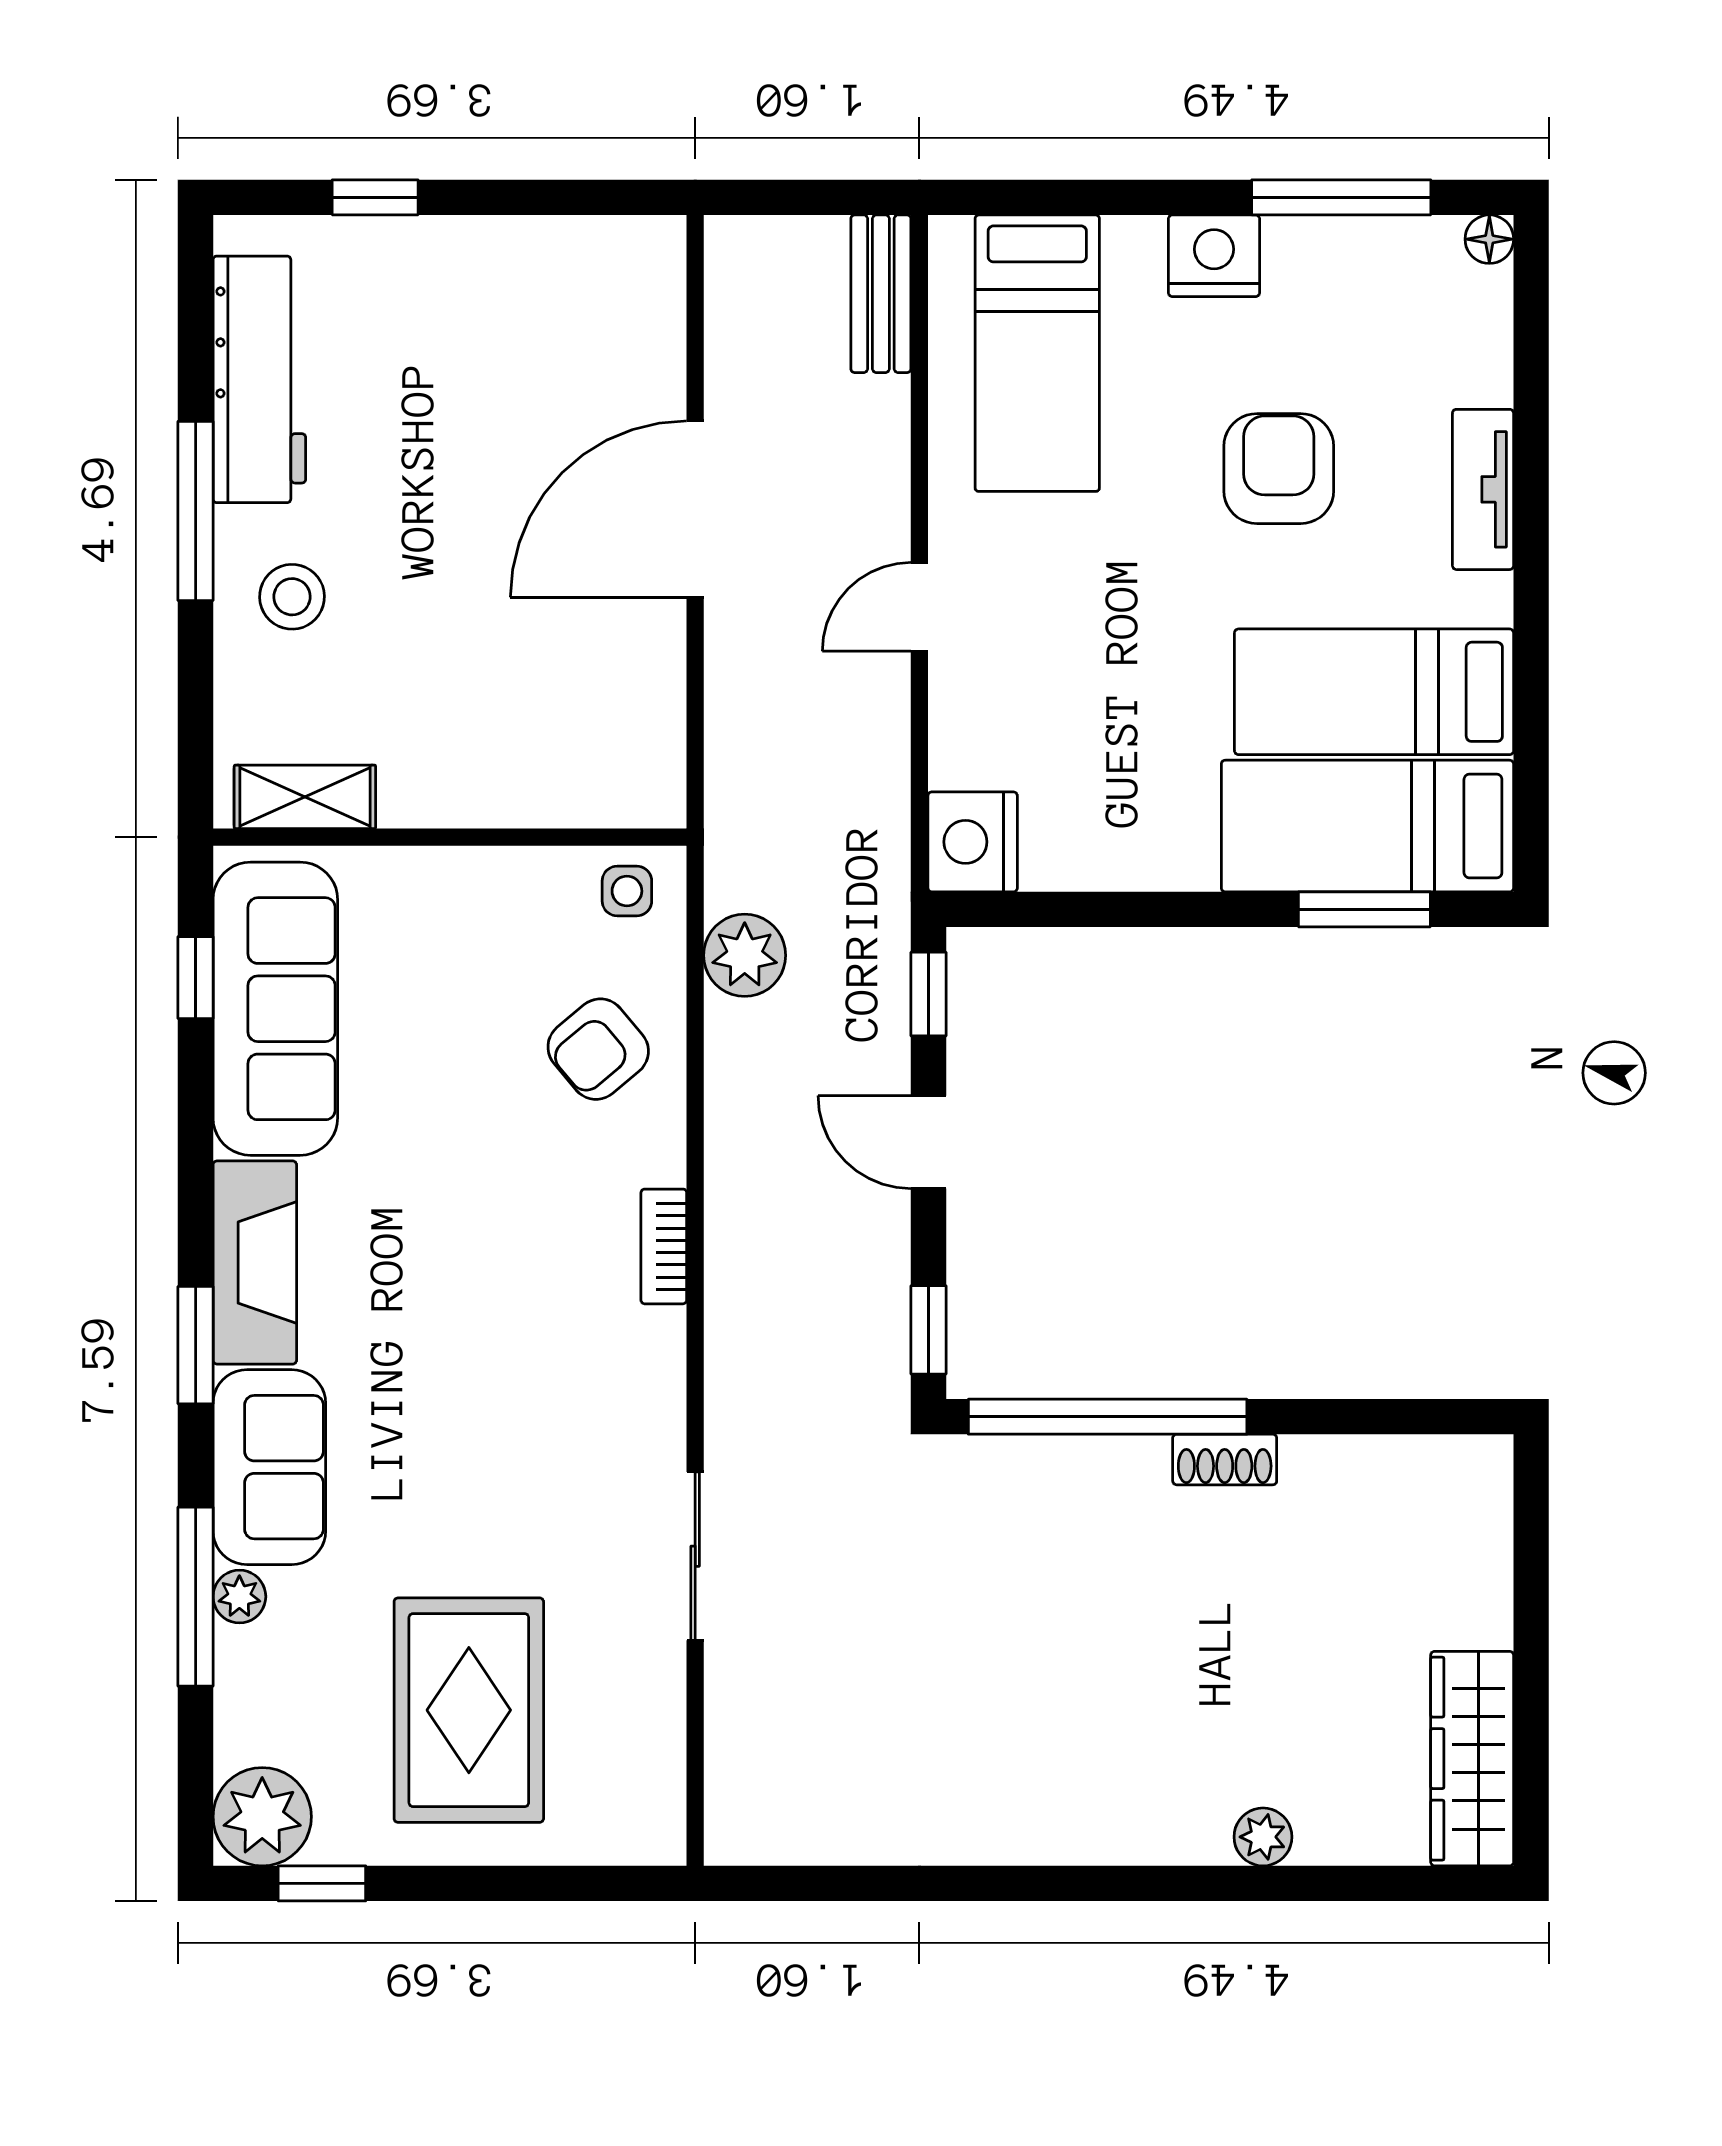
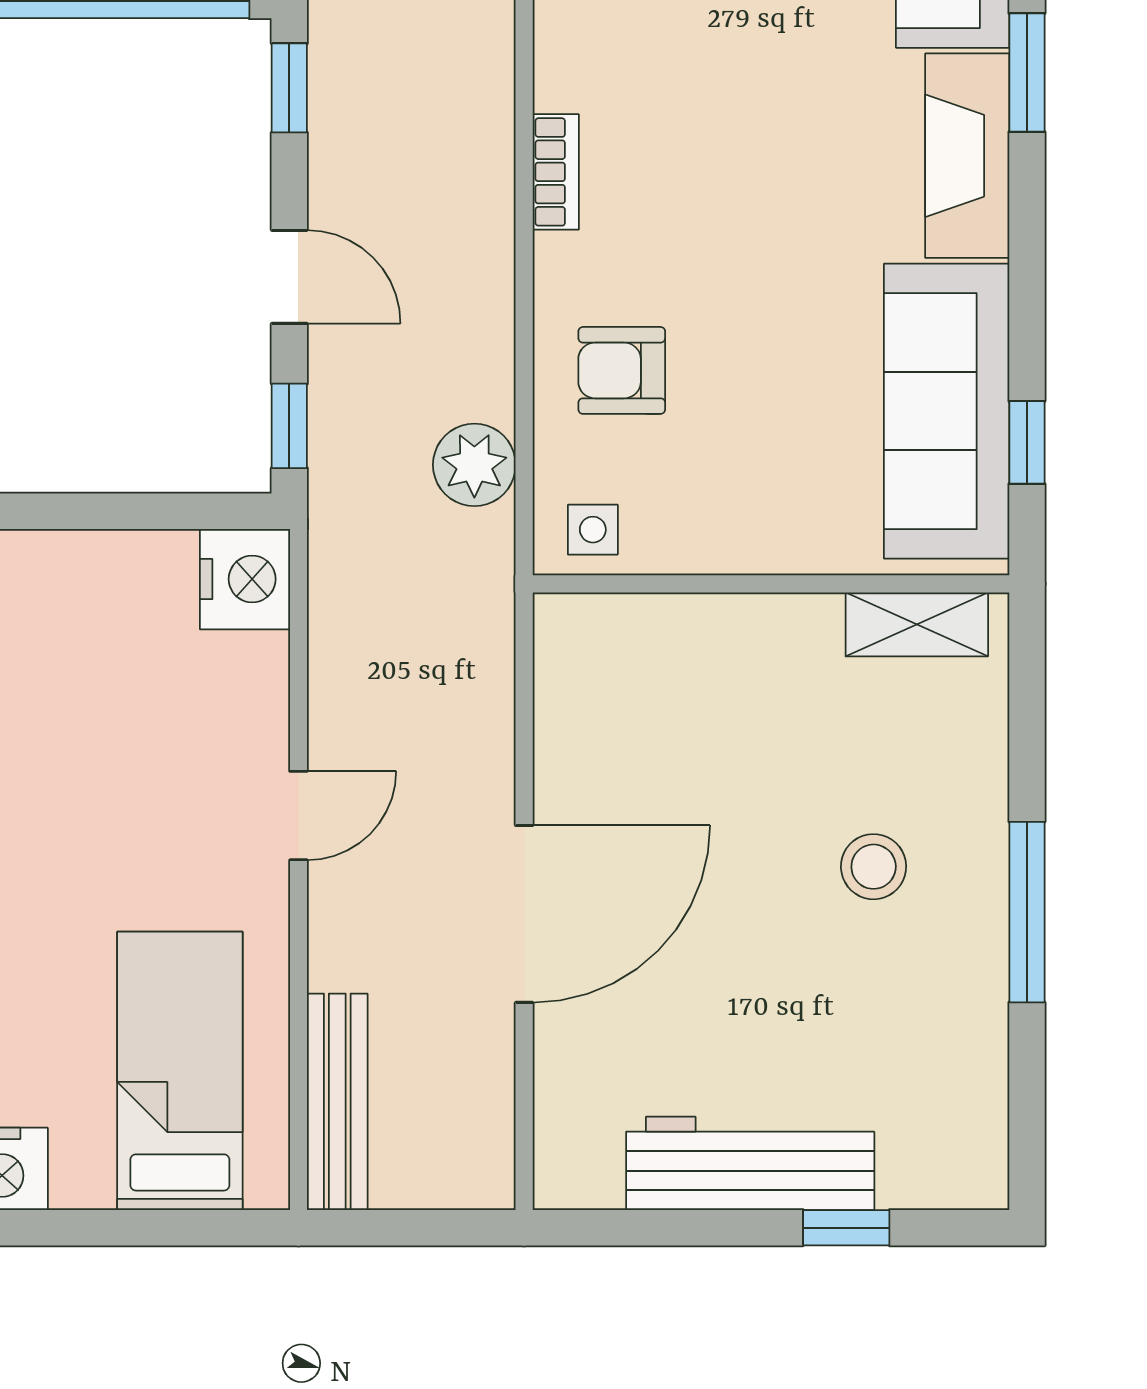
bench: (881, 294) -> (337, 1102), width x1.36
workbench: (259, 379) -> (750, 1163), moved, turned 90
stool: (292, 597) -> (874, 867), moved
armchair: (598, 1049) -> (622, 370), turned -140

